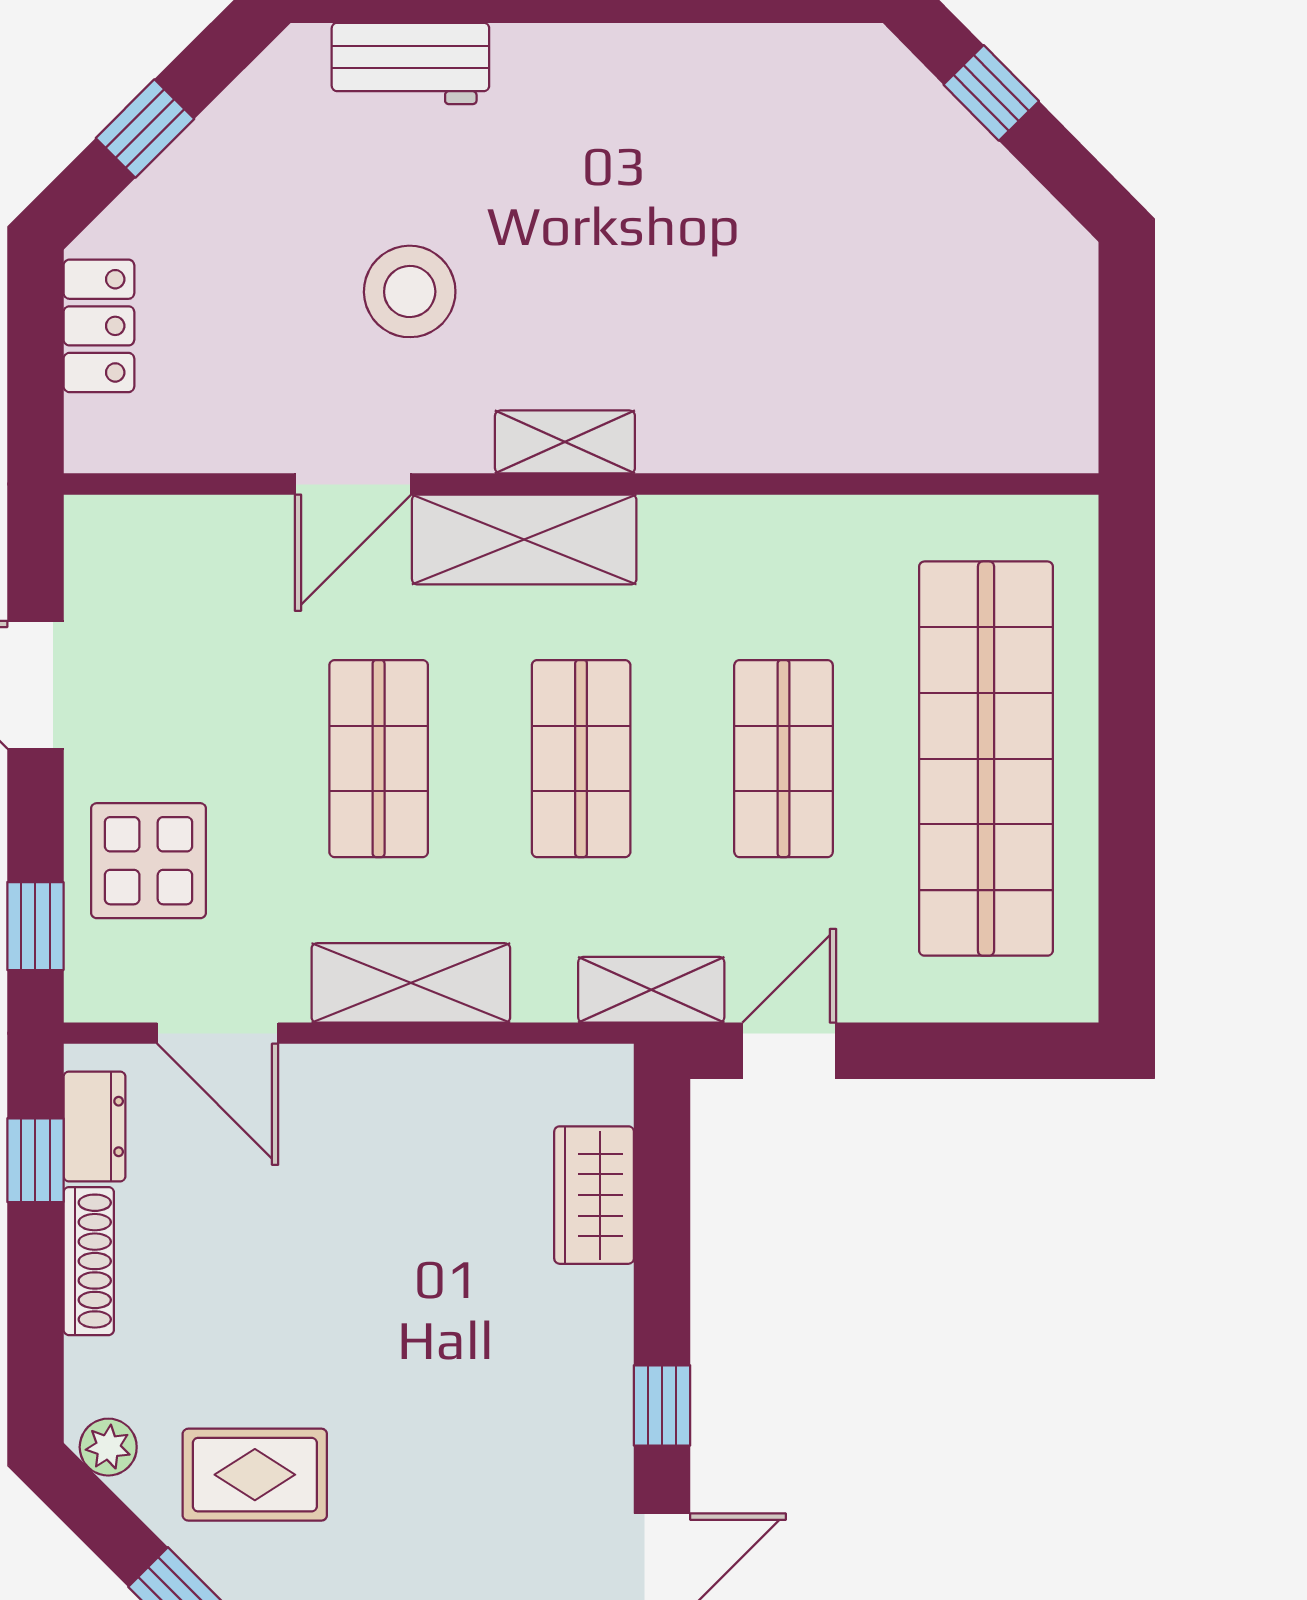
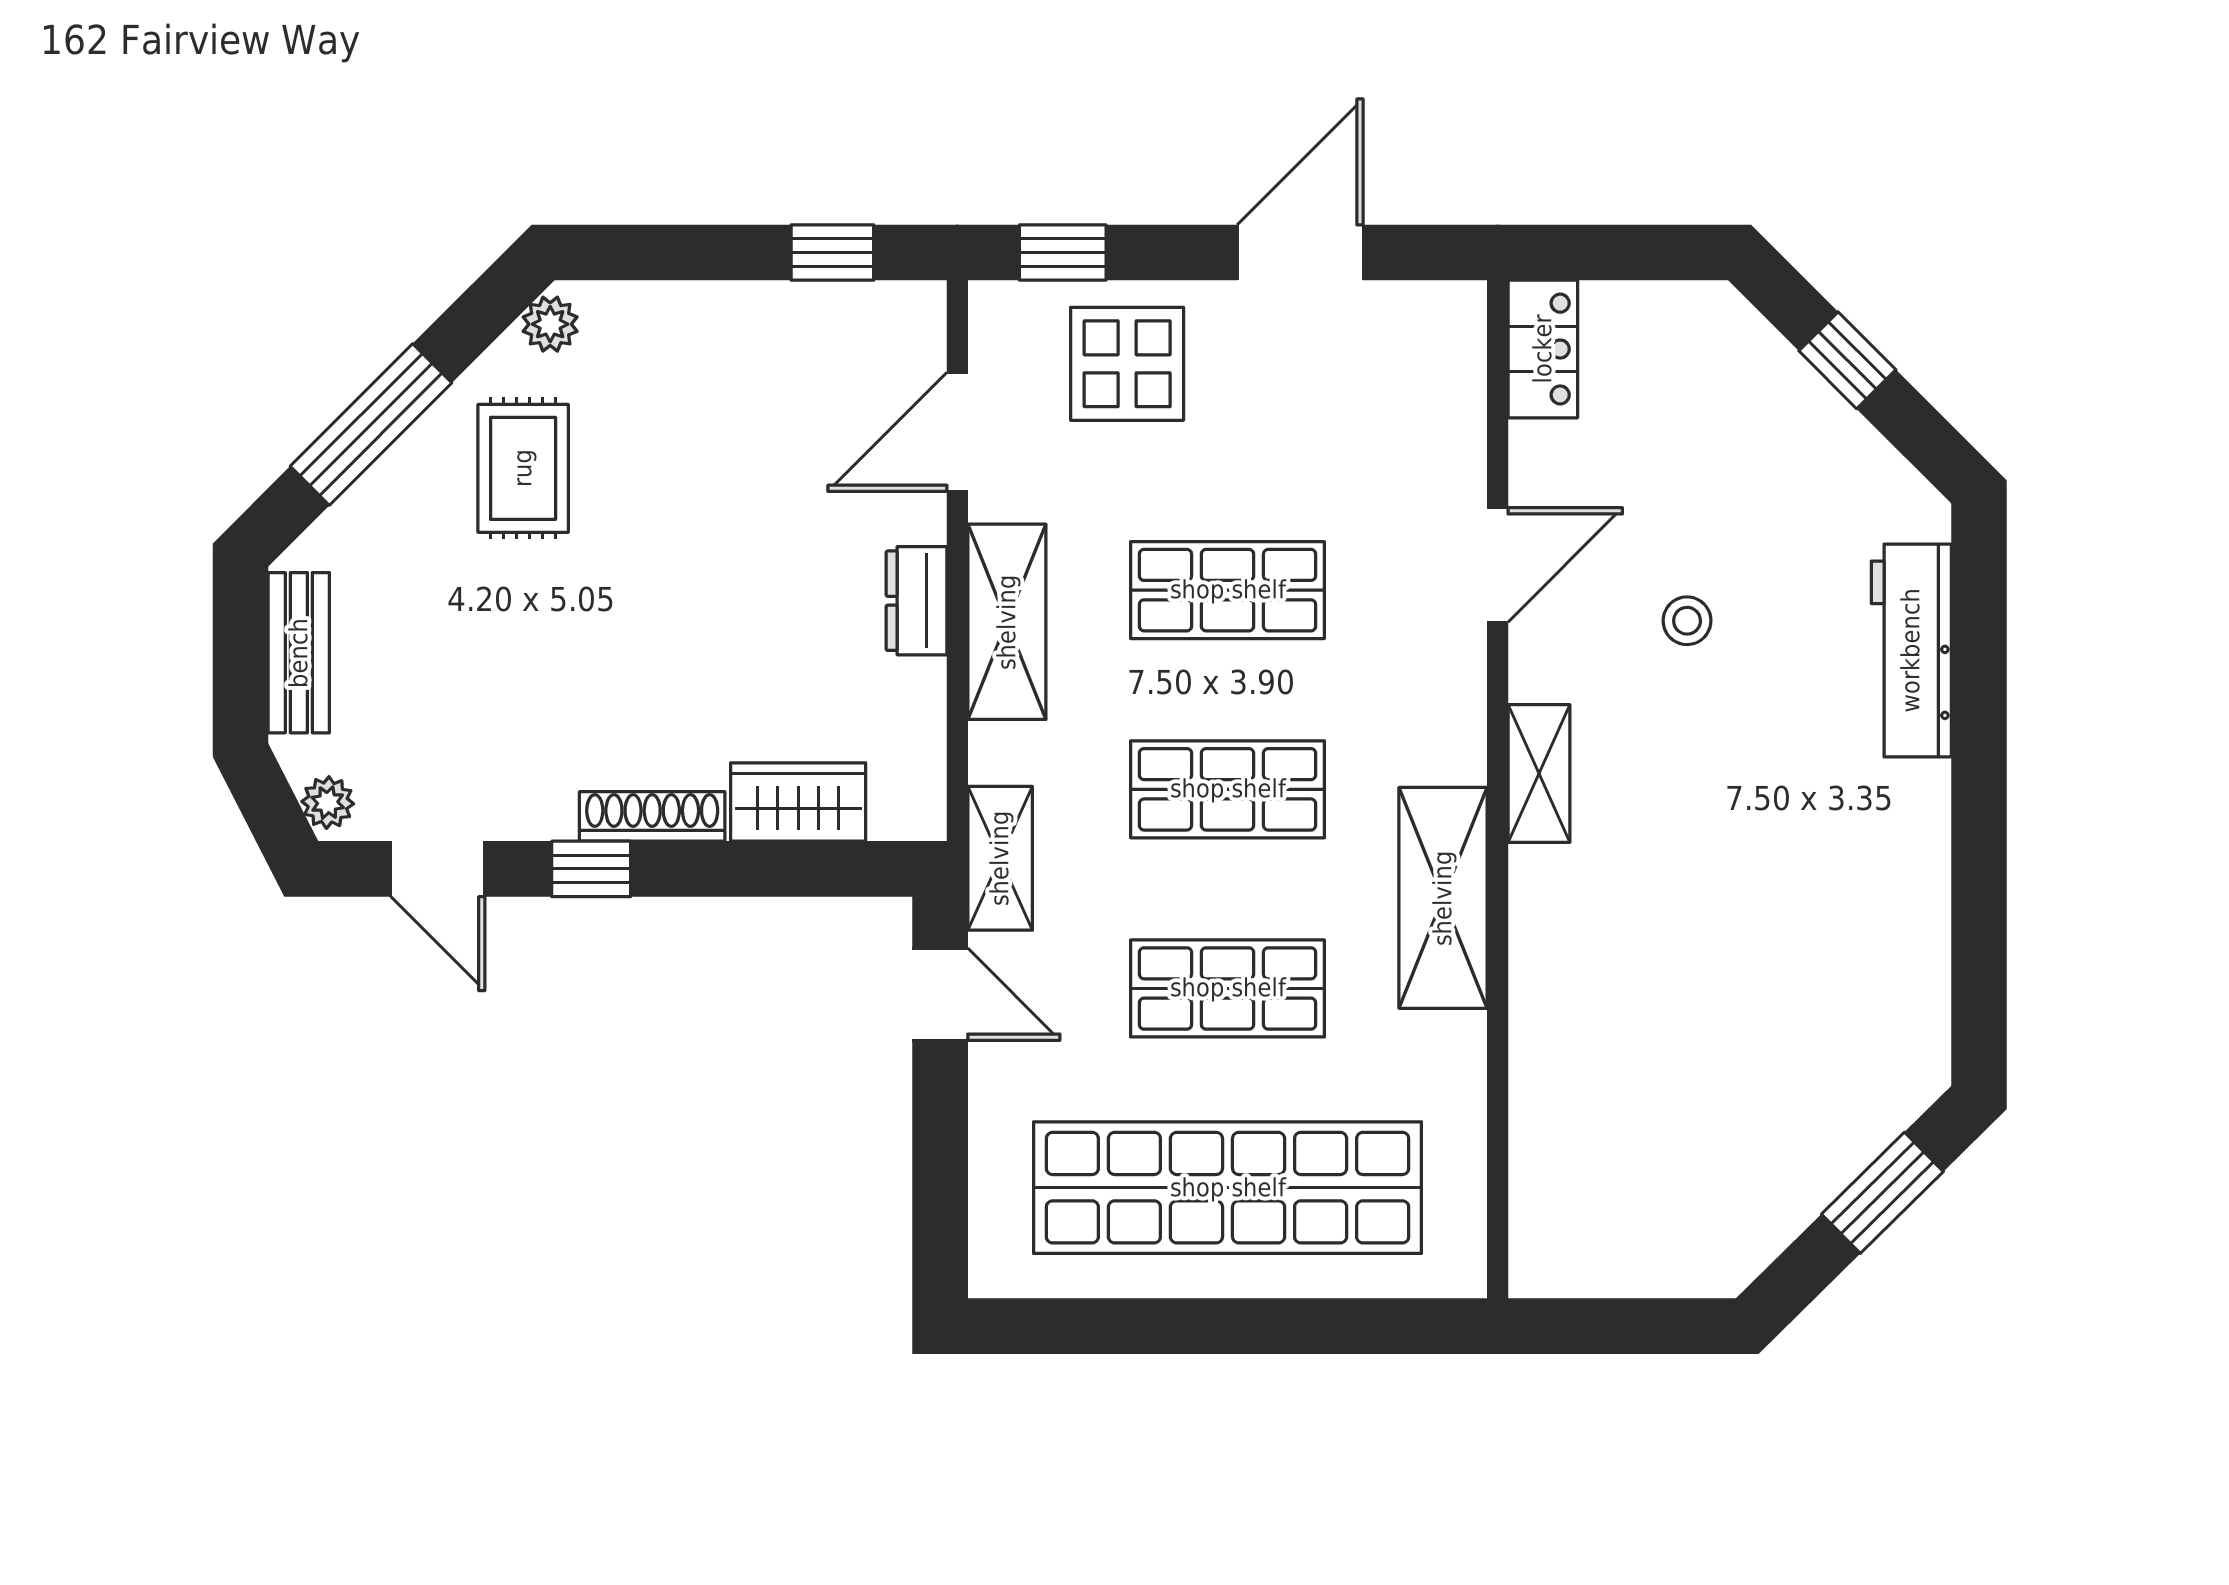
workbench: (410, 64) -> (1911, 650), width x1.38
window: (991, 93) -> (1882, 1193), width x1.50
stool: (410, 291) -> (1687, 621), width x0.53, depth x0.53
locker: (99, 326) -> (1543, 349), moved, turned -90
door: (353, 484) -> (1498, 565), swing flipped
shelving: (524, 539) -> (1443, 898), moved
dresser: (95, 1126) -> (917, 601), moved, turned 90
shoe rack: (89, 1261) -> (652, 816), moved, turned 180

